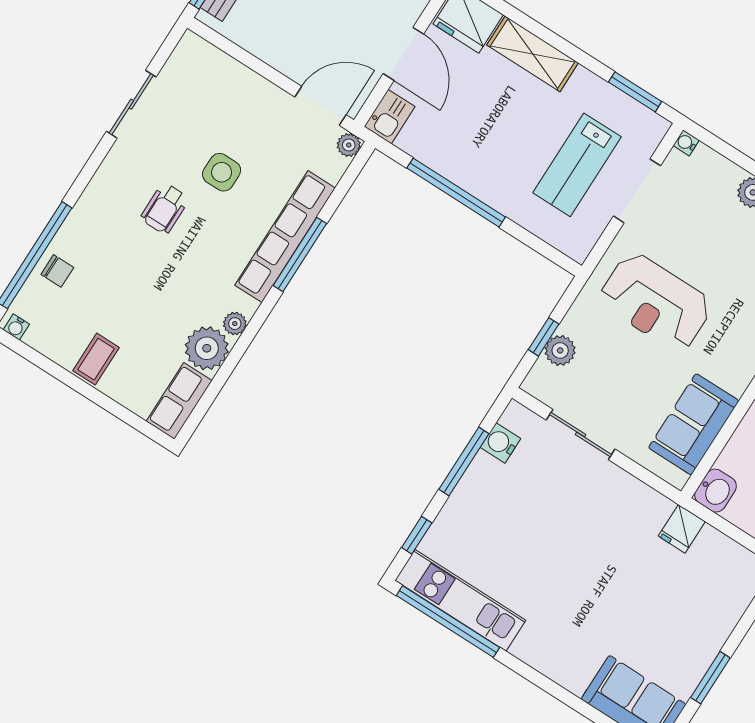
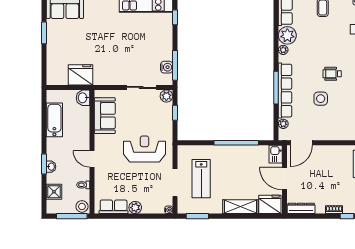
plant: (349, 145) -> (283, 124), moved
lab bench: (577, 165) -> (201, 179), turned 180
wheelchair: (165, 209) -> (332, 74), turned -90
plant: (560, 350) -> (166, 96), moved
window: (464, 461) -> (175, 65), moved
fridge: (682, 529) -> (80, 75), width x1.88, depth x1.34

